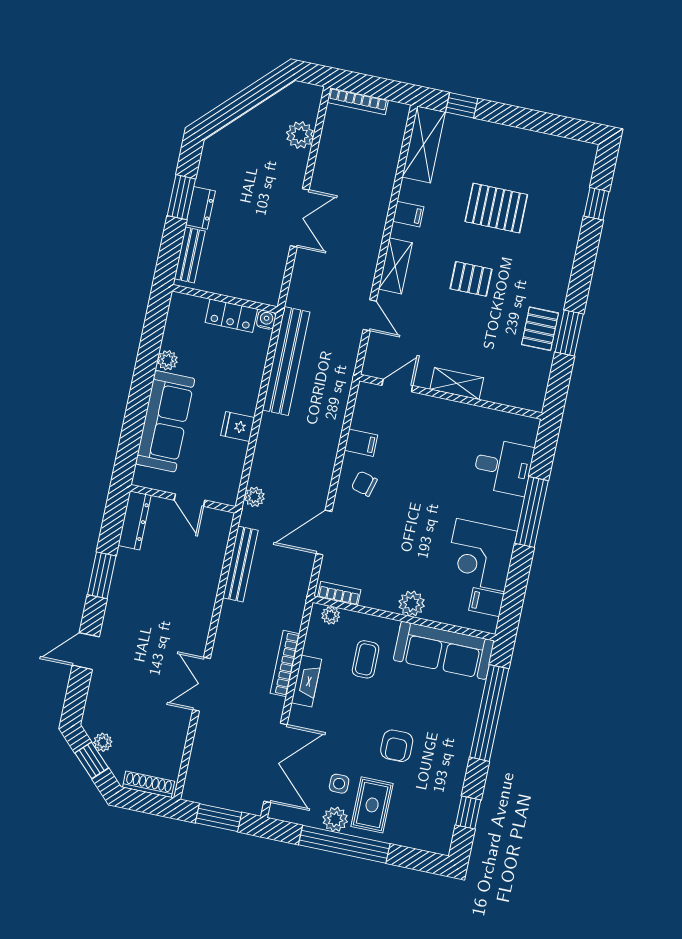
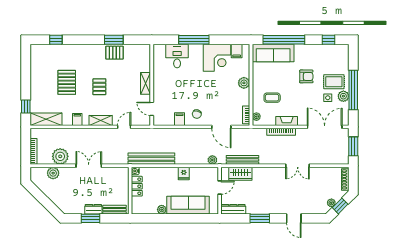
plant: (334, 159) -> (60, 156), added
wardrobe: (211, 553) -> (240, 174), added
sofa: (444, 650) -> (273, 53), moved, turned 90

